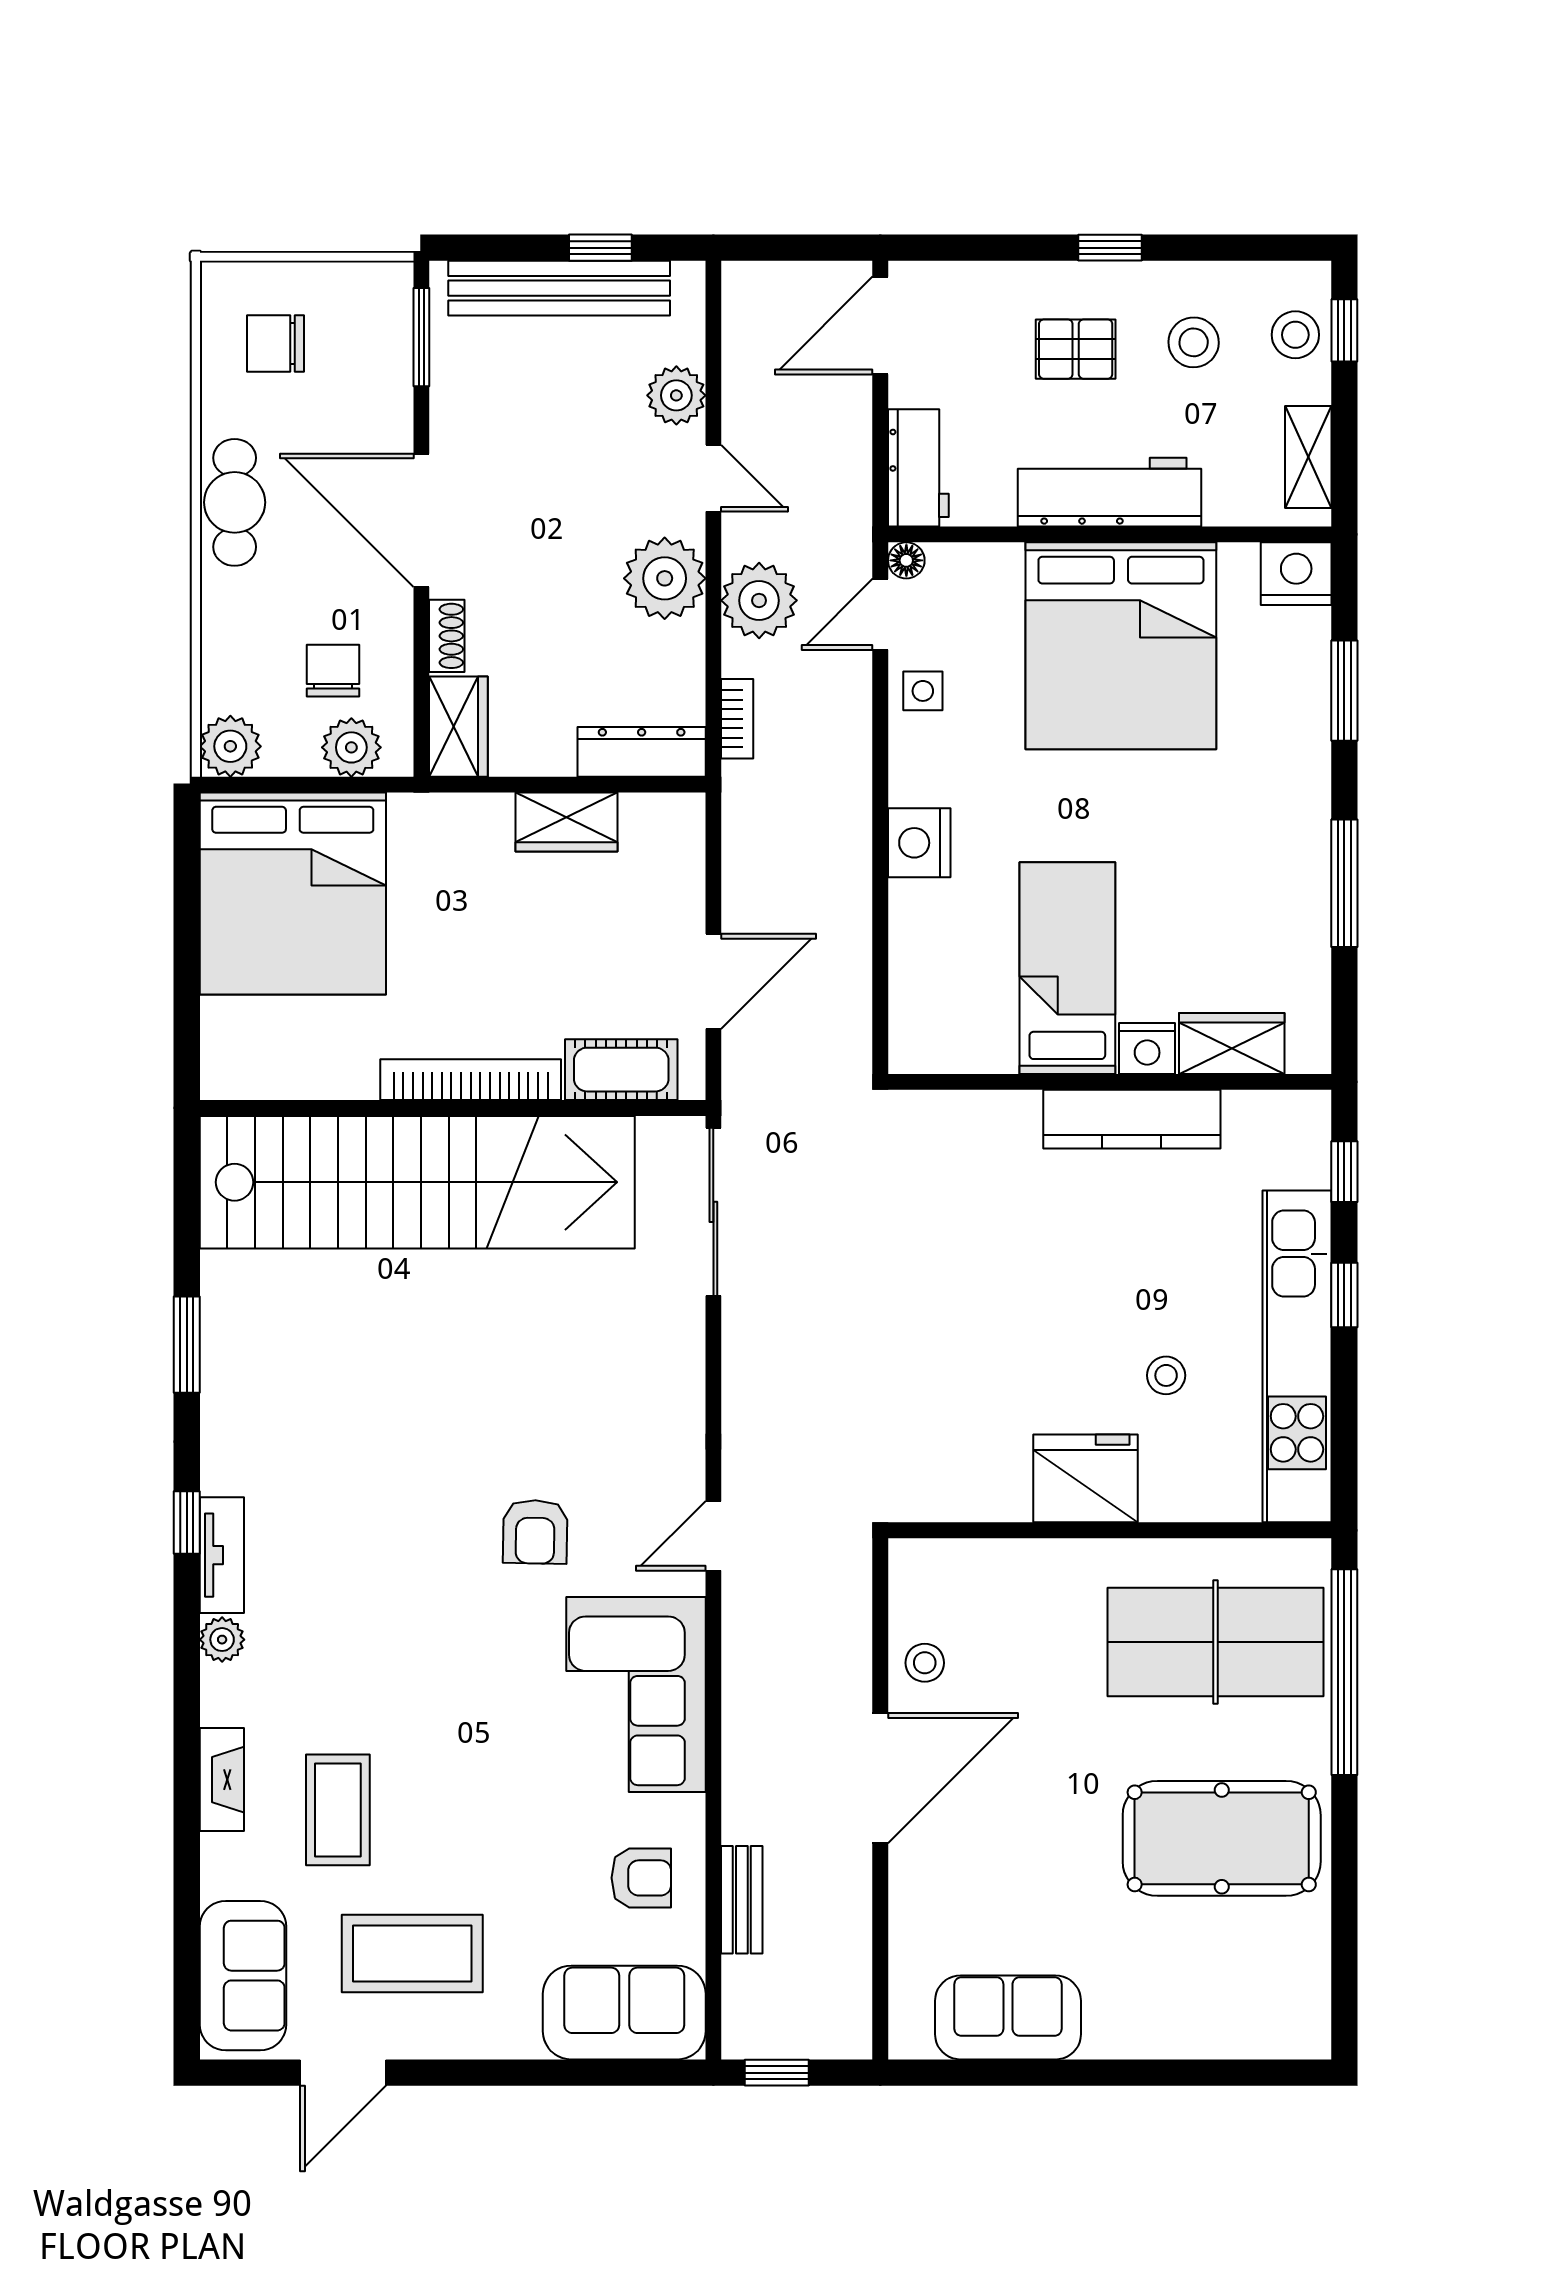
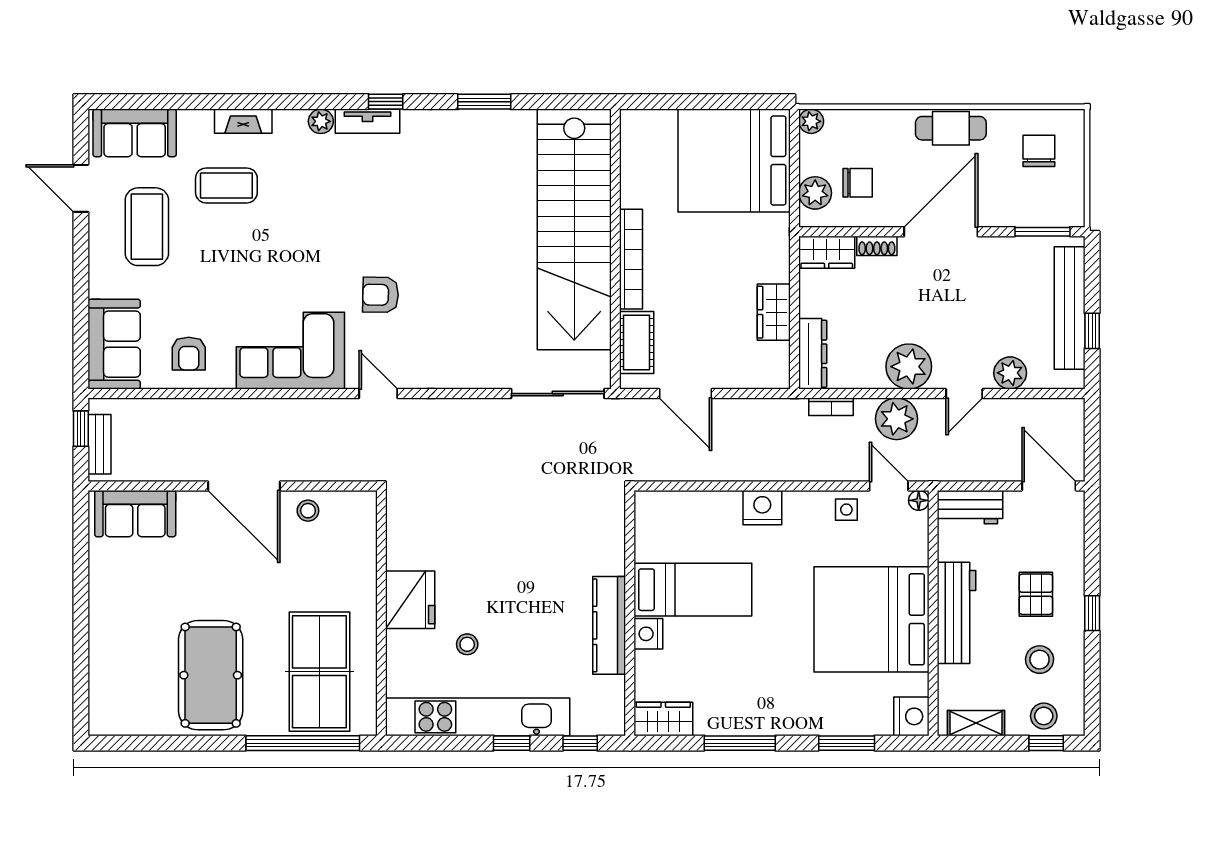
plant: (230, 746) -> (811, 121), width x0.73, depth x0.73
wardrobe: (1232, 1043) -> (663, 719), moved, turned -90
bench: (742, 1900) -> (99, 444), moved, turned 90
sofa: (1008, 2017) -> (135, 514), moved, turned 90

